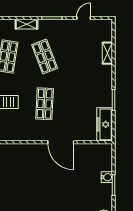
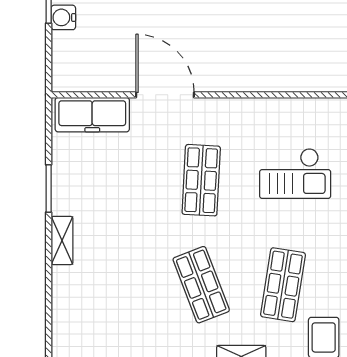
shelving: (107, 53) -> (62, 241), moved
freezer: (105, 124) -> (92, 115), moved, turned 90

